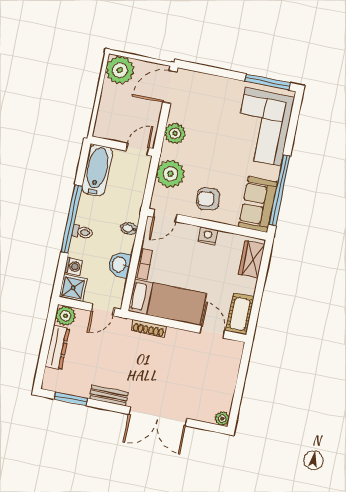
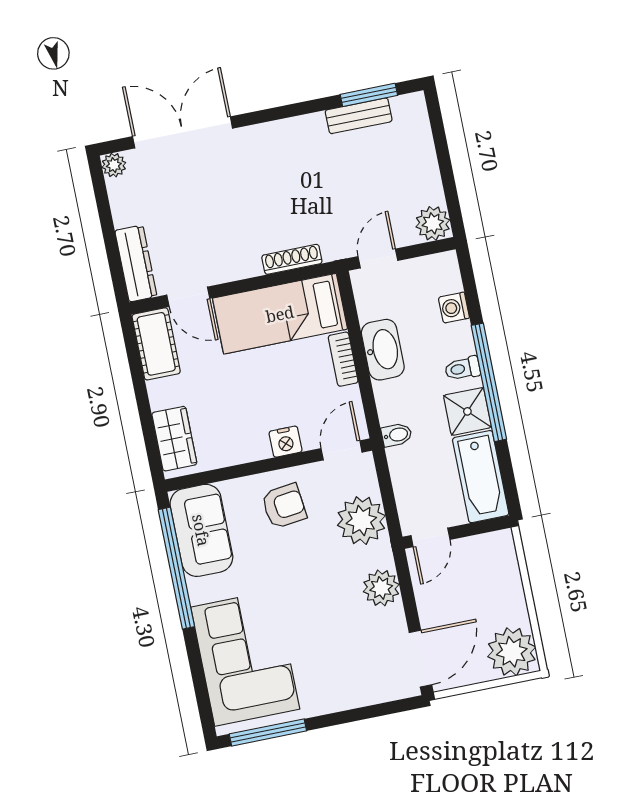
bidet: (129, 228) -> (397, 435), moved
nightstand: (208, 236) -> (286, 442), moved
washbasin: (120, 264) -> (383, 350), width x1.38
shower: (73, 288) -> (467, 411), moved
dresser: (57, 348) -> (136, 264), moved, turned 180
bench: (109, 396) -> (359, 116), moved
double door: (158, 416) -> (183, 132), moved

